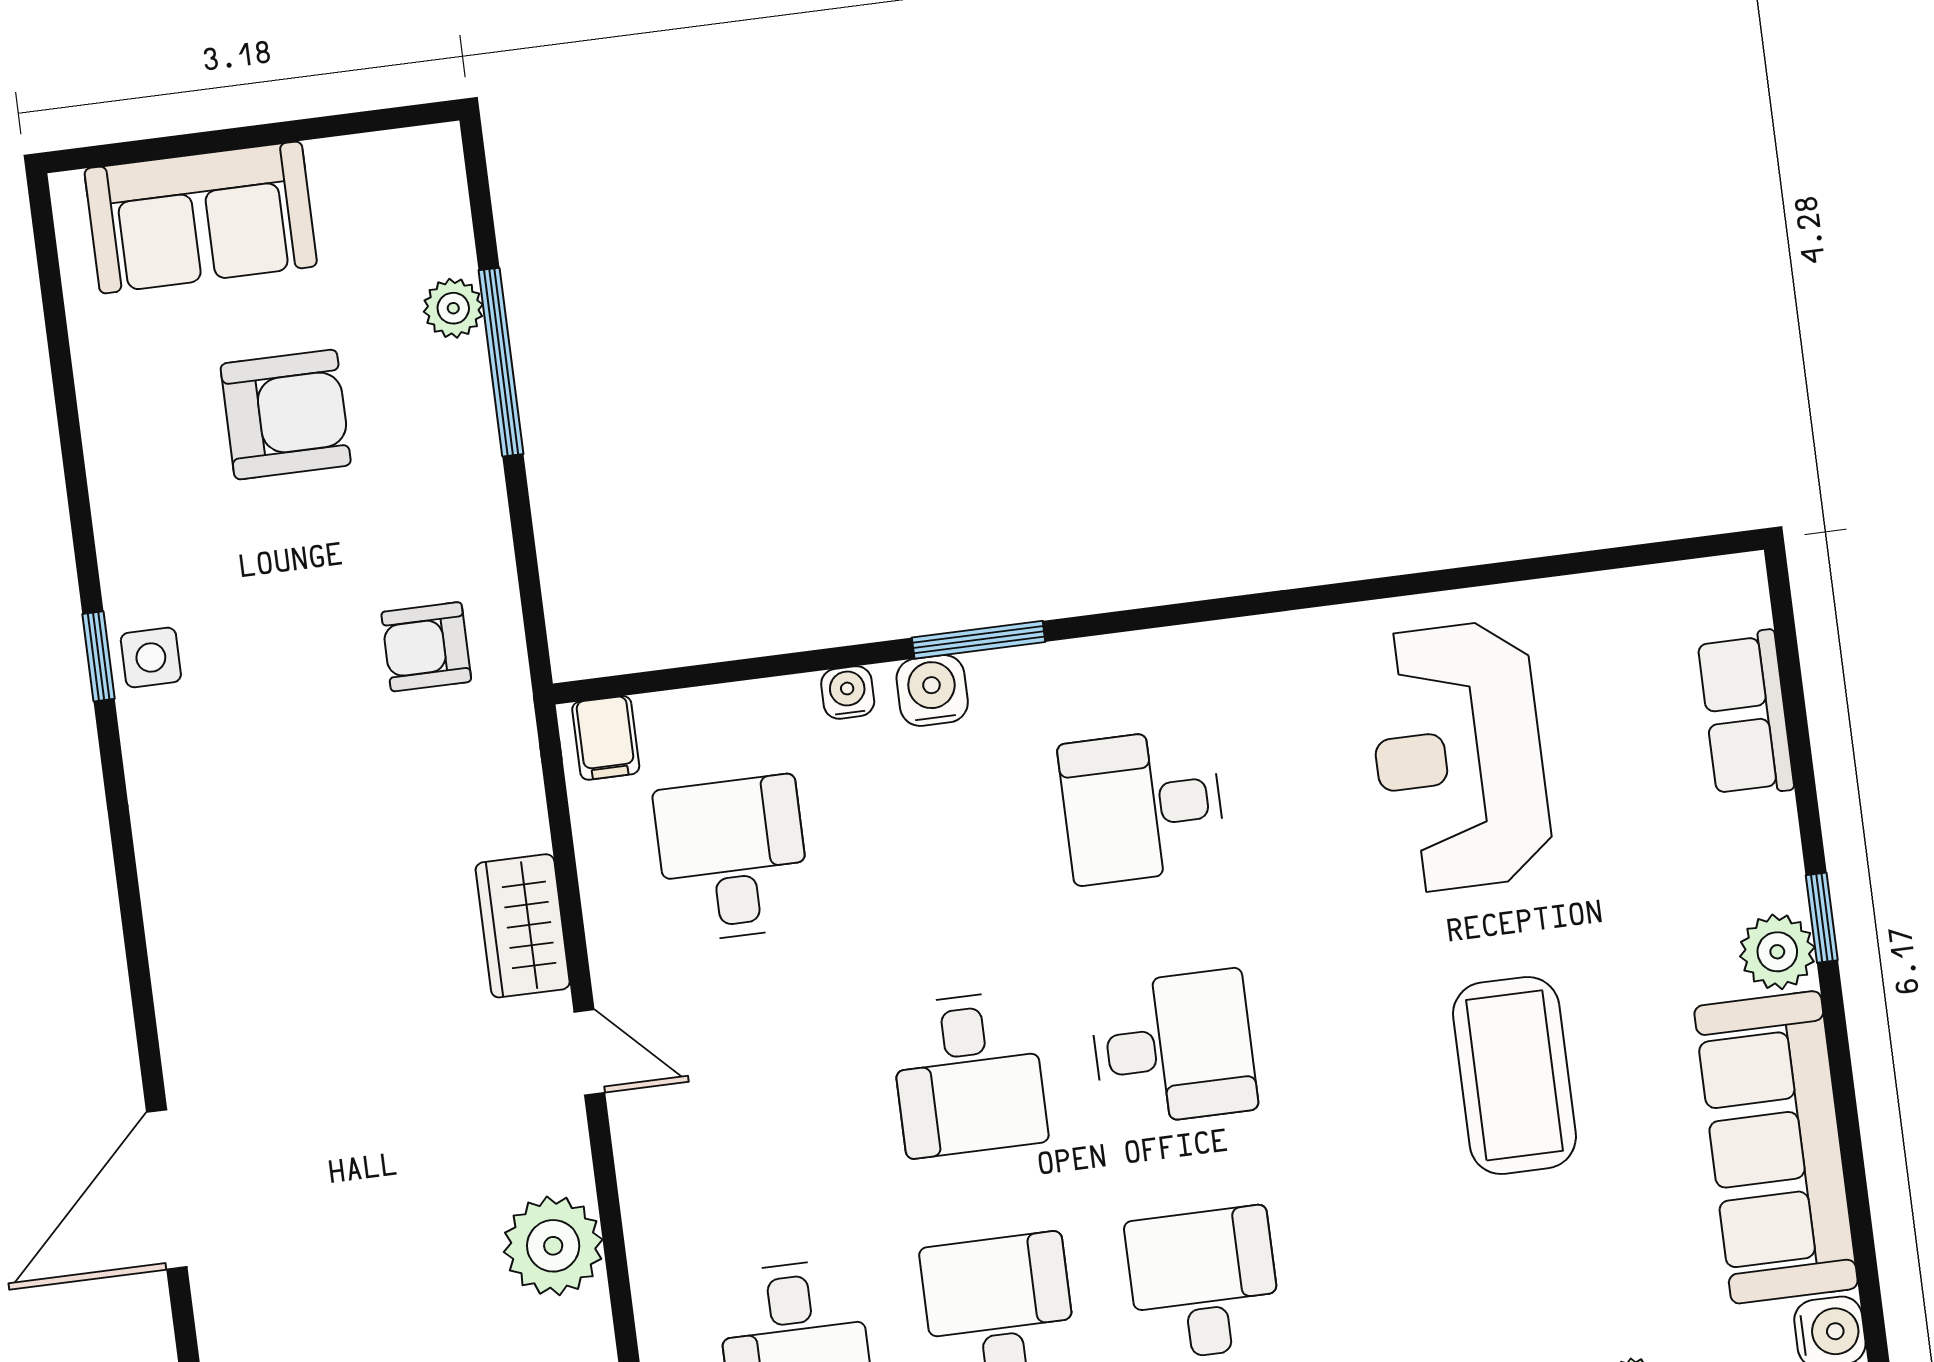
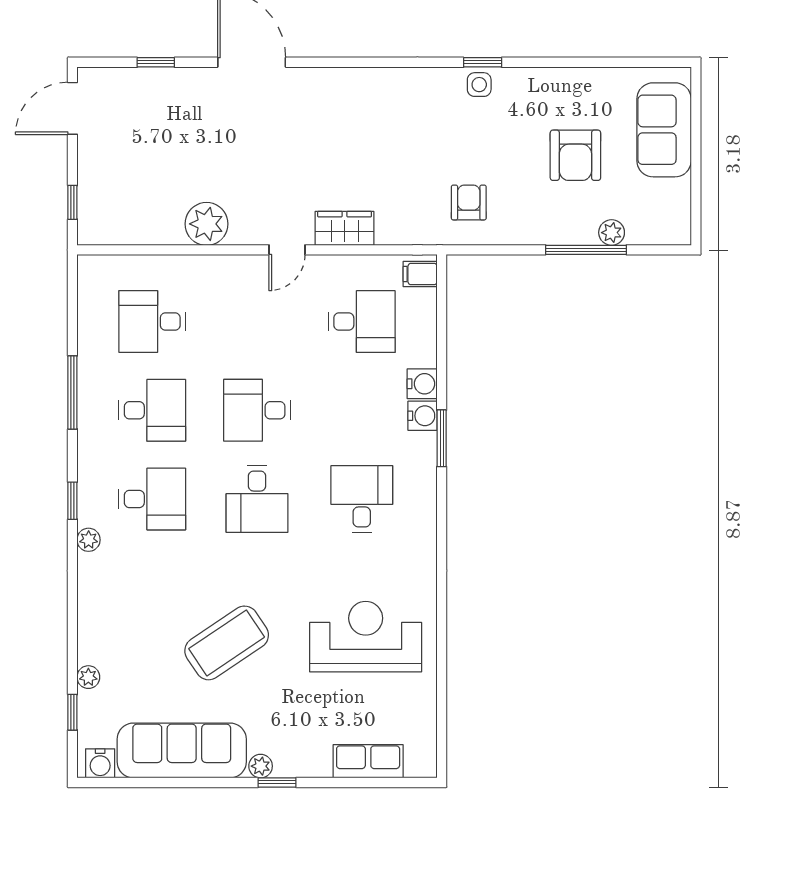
water cooler: (848, 692) -> (422, 384), width x1.38, depth x1.38
plant: (1777, 952) -> (261, 766), width x0.73, depth x0.73
coffee table: (1514, 1075) -> (227, 643), turned -34

